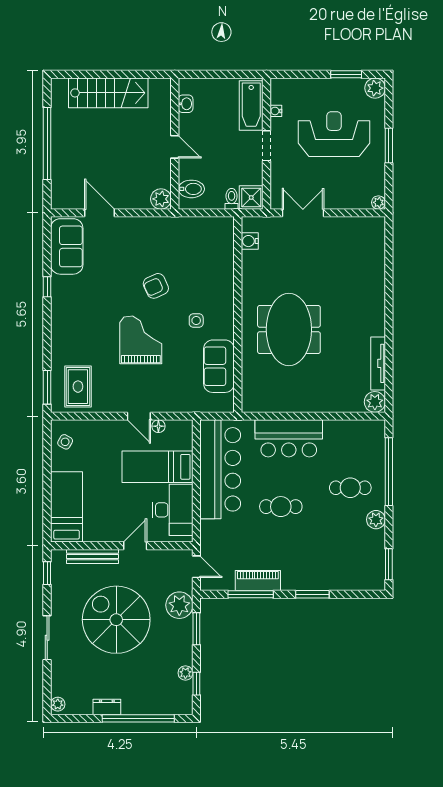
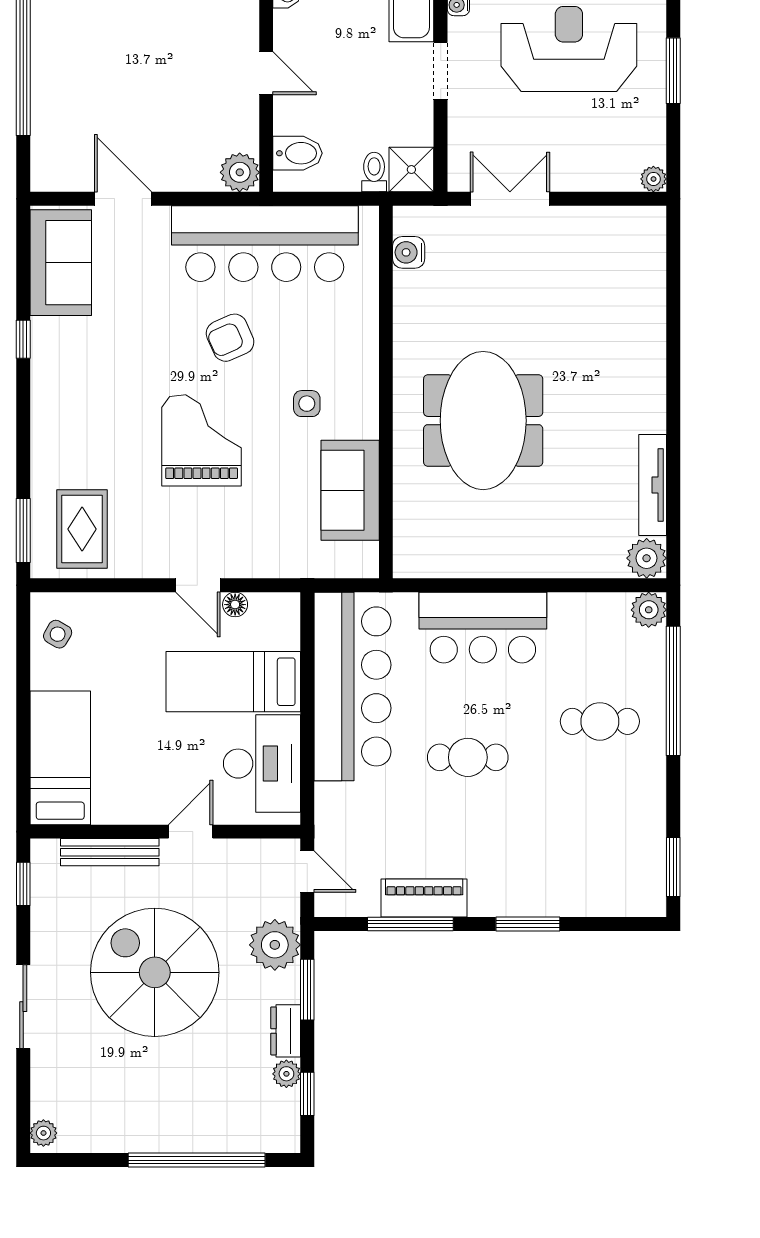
bar counter: (174, 236) -> (265, 244), added
plant: (376, 520) -> (649, 610), moved
dresser: (107, 707) -> (286, 1031), moved, turned -90

